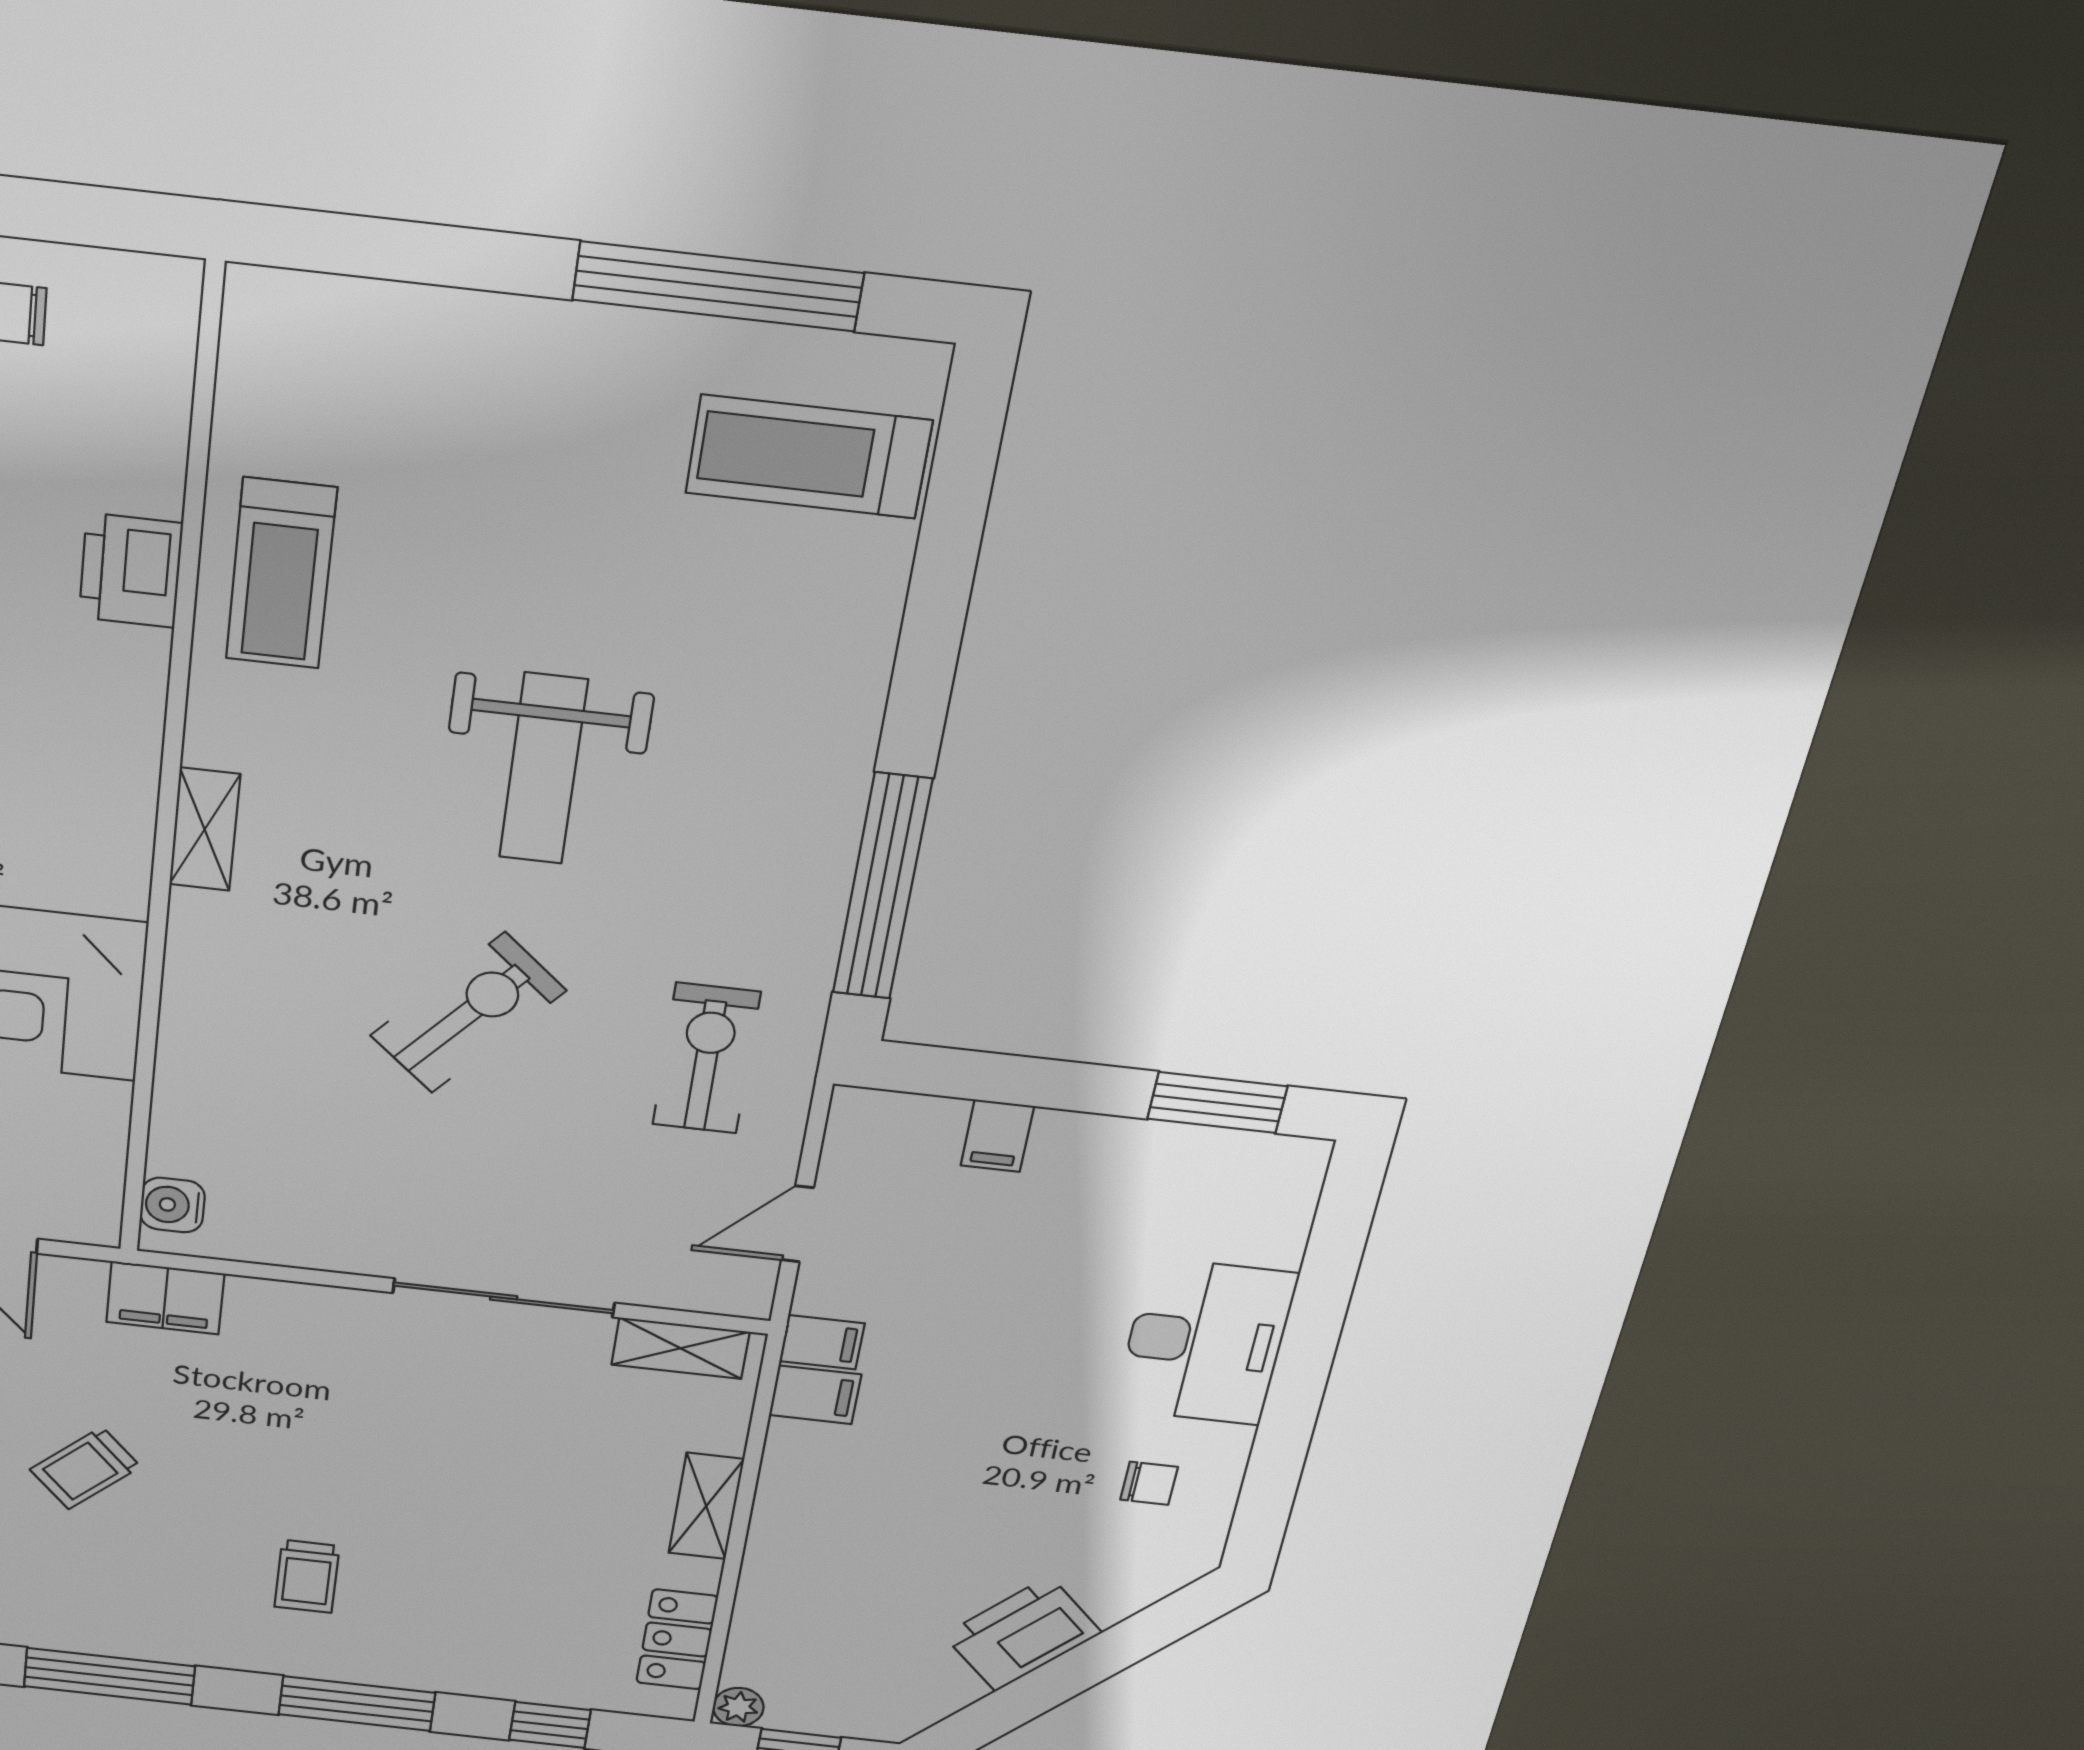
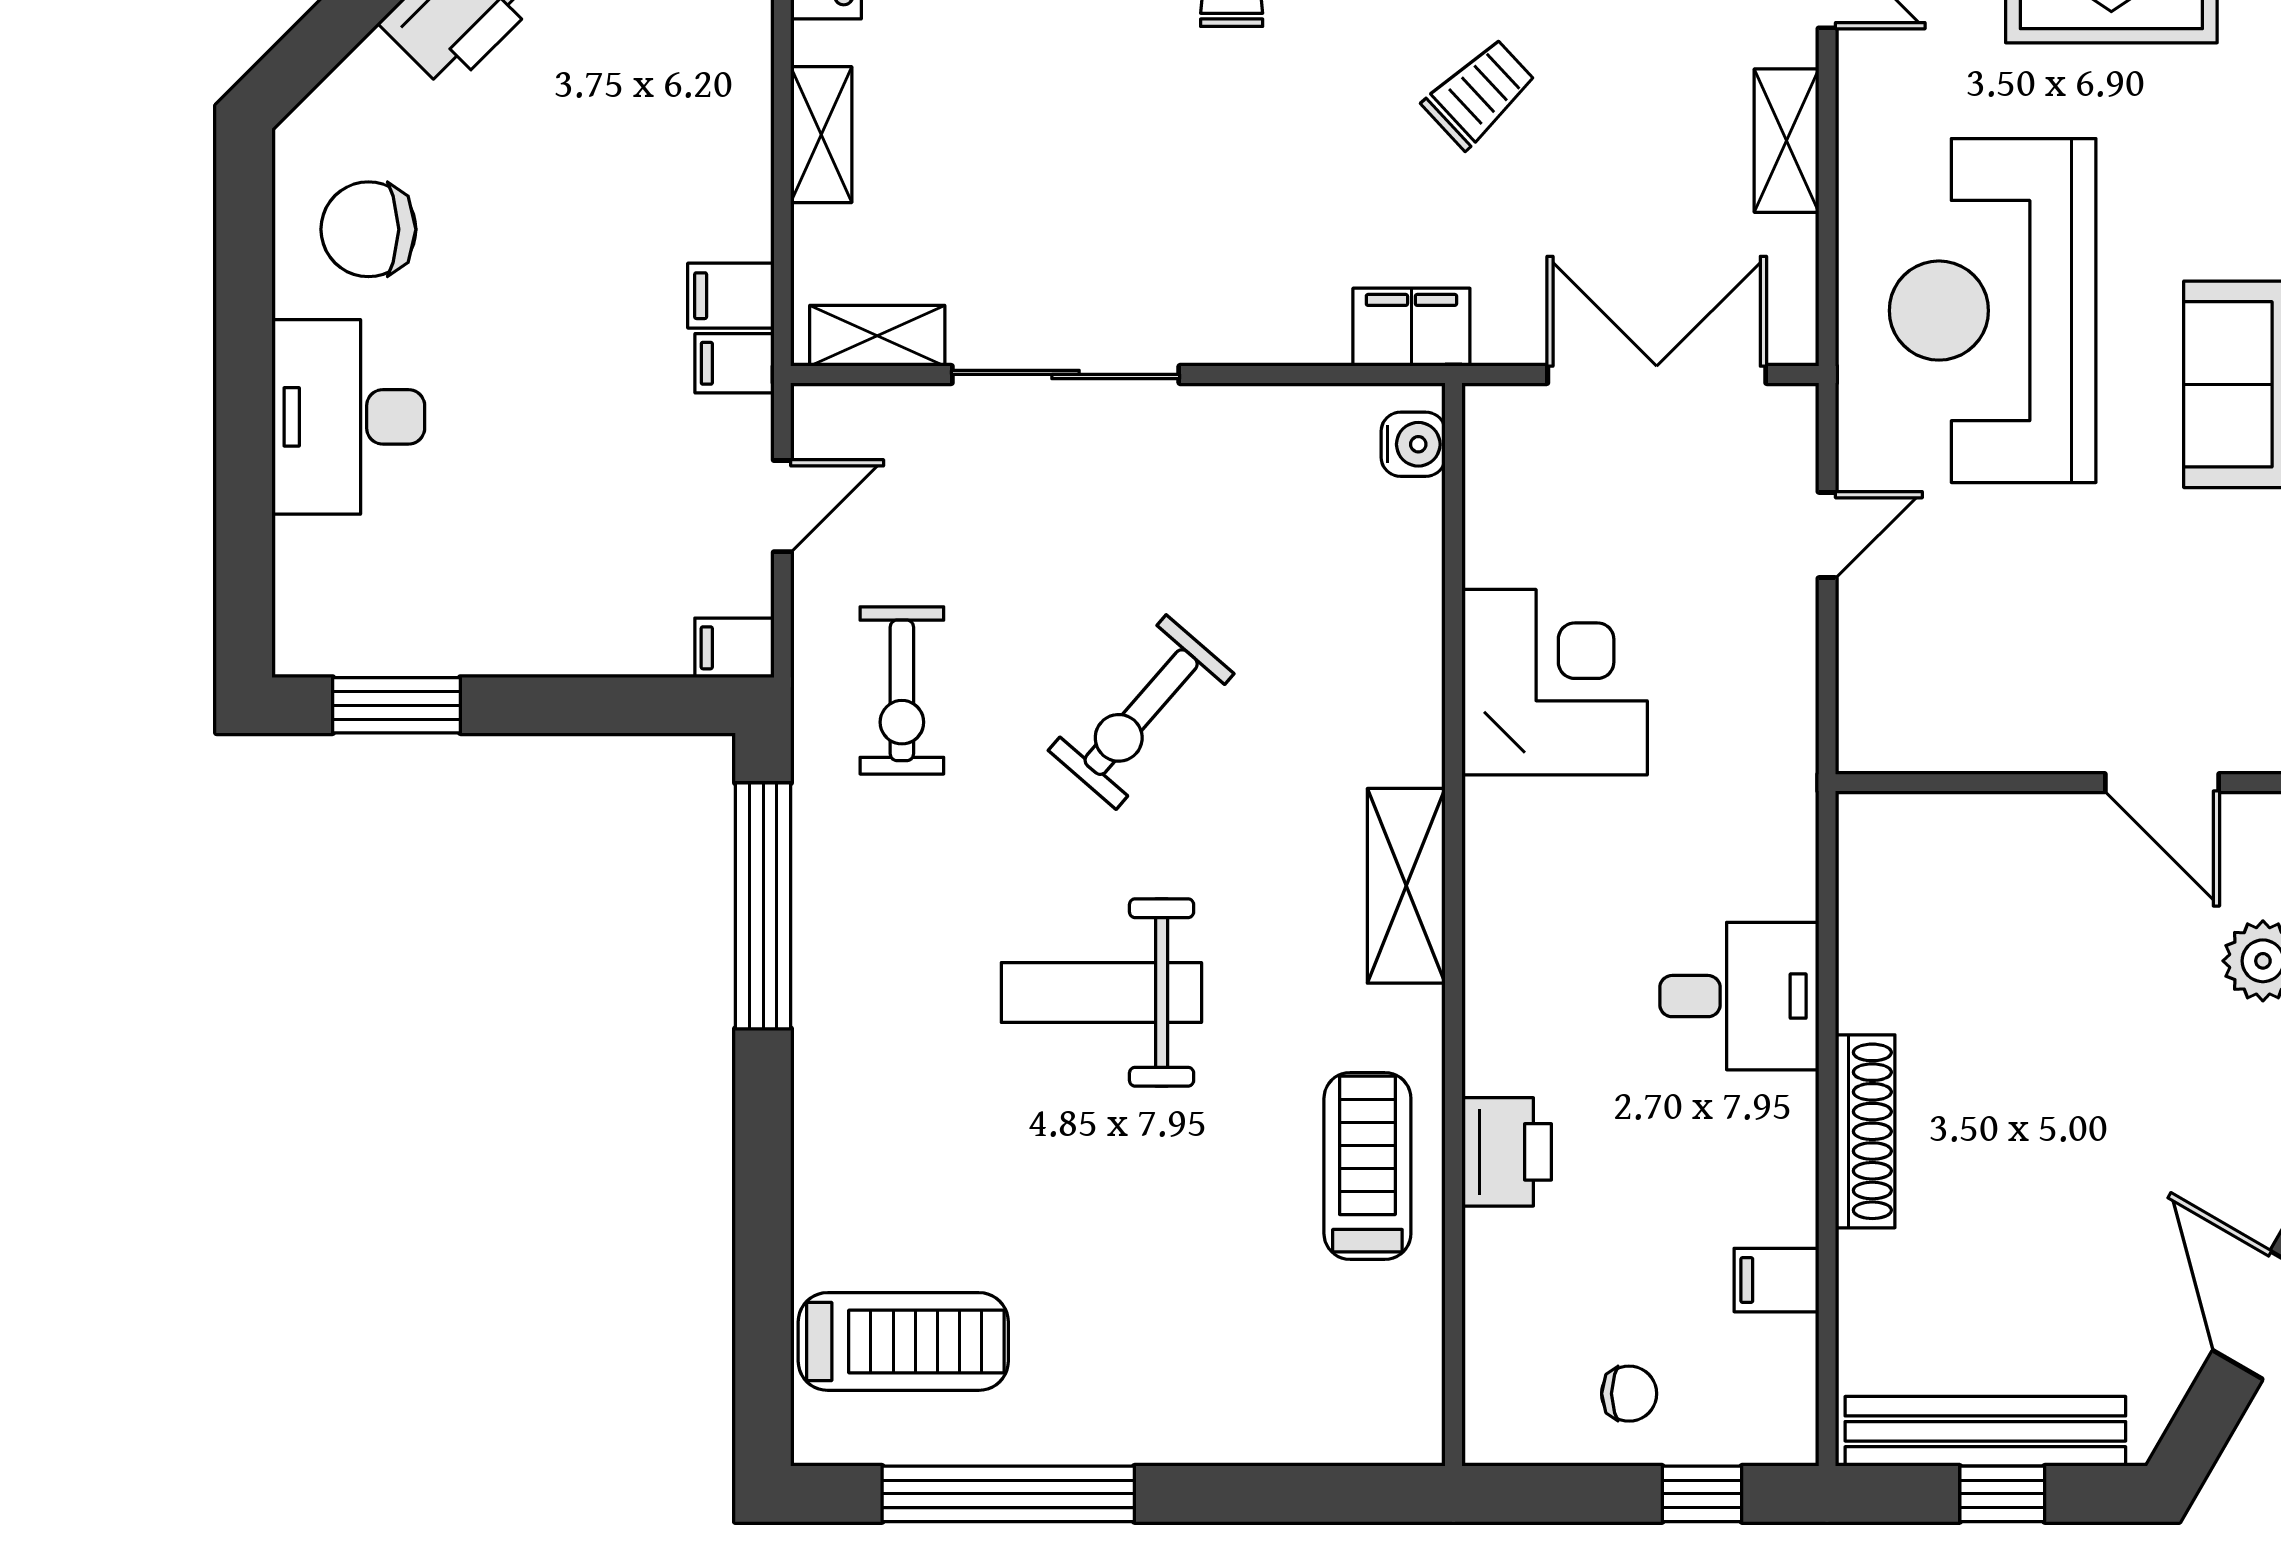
weight bench: (543, 769) -> (1101, 992), turned -90
shelving: (205, 829) -> (1406, 886), width x1.50, depth x1.33
filing cabinet: (997, 1136) -> (734, 648), moved, turned -90
chair: (1149, 1483) -> (368, 229), width x1.87, depth x1.87

